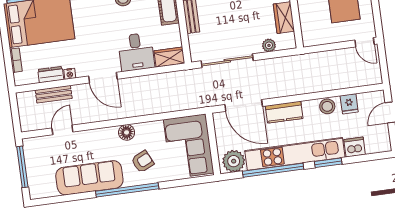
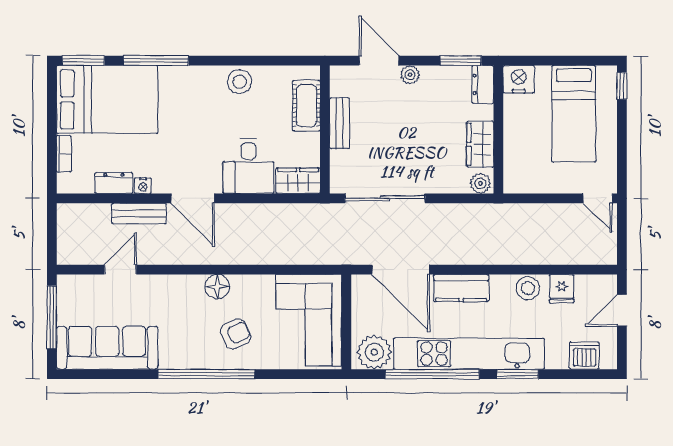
plant: (269, 45) -> (480, 183), moved
bench: (54, 94) -> (139, 213), moved
dishwasher: (355, 147) -> (584, 356), moved
sofa: (89, 178) -> (107, 348), moved

